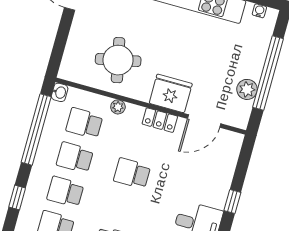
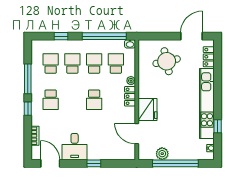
round table: (118, 60) -> (167, 61), moved
locker: (160, 120) -> (130, 96), moved
school desk: (132, 173) -> (94, 100), turned 180

